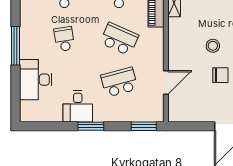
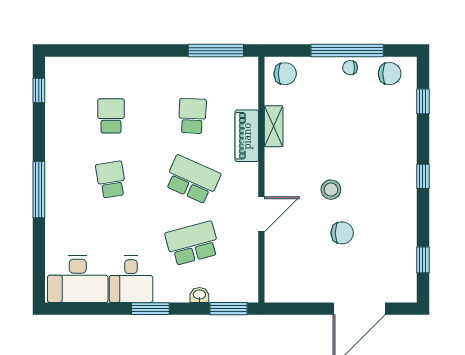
desk: (36, 80) -> (78, 279), moved, turned -90
door: (166, 83) -> (261, 214), moved
washbasin: (124, 117) -> (199, 295), added

